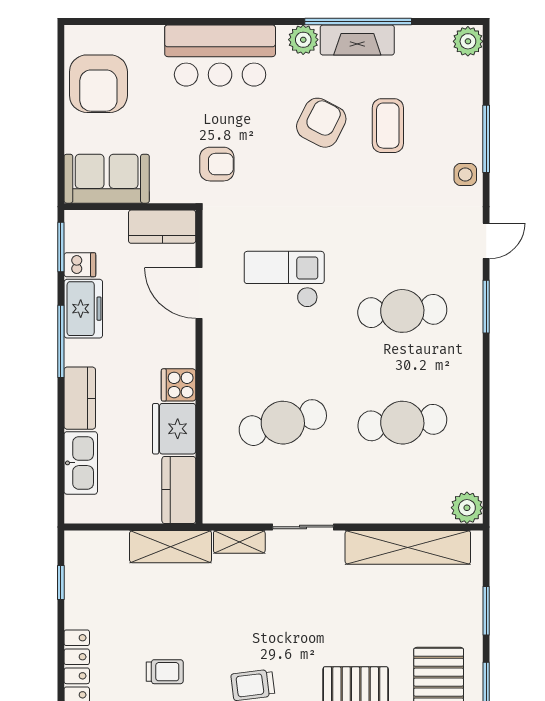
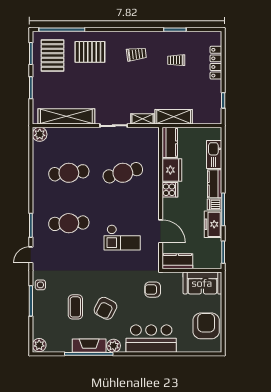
dishwasher: (80, 265) -> (215, 204), moved

